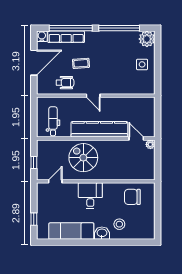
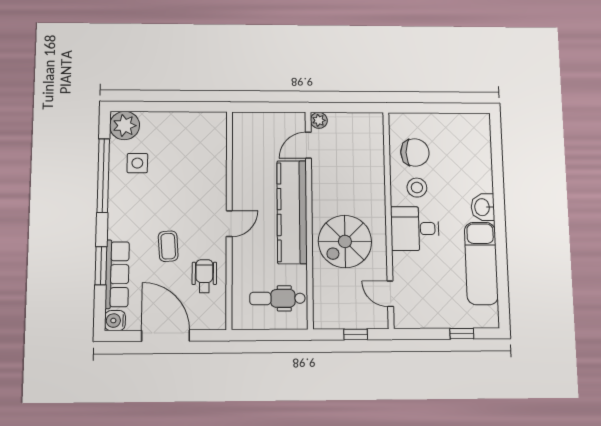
window: (71, 28) -> (101, 266), width x0.47
side table: (142, 64) -> (137, 163), moved
chair: (132, 197) -> (415, 153), turned -90
stool: (119, 224) -> (417, 188), moved

